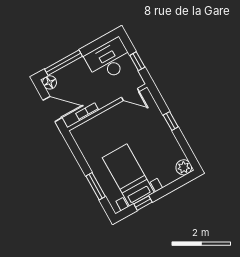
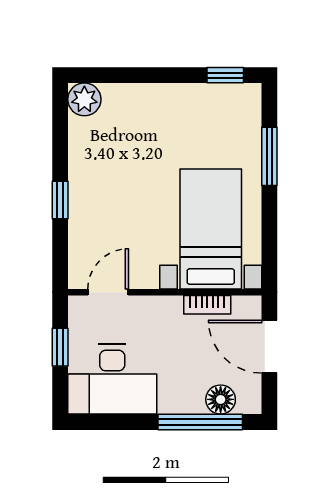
floor lamp: (50, 82) -> (221, 399), moved
door: (130, 94) -> (108, 292), hinge flipped
bed with nightstands: (128, 175) -> (211, 229), moved, turned 180
window: (143, 203) -> (225, 75), moved

